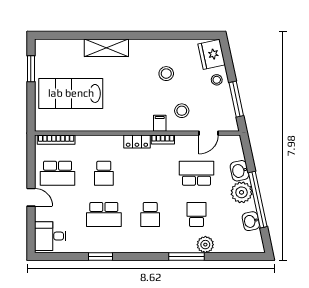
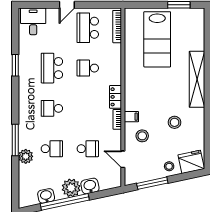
shelving: (106, 48) -> (197, 79), width x1.47
lab bench: (71, 93) -> (157, 39), turned 180
school desk: (196, 173) -> (88, 149), width x0.54

